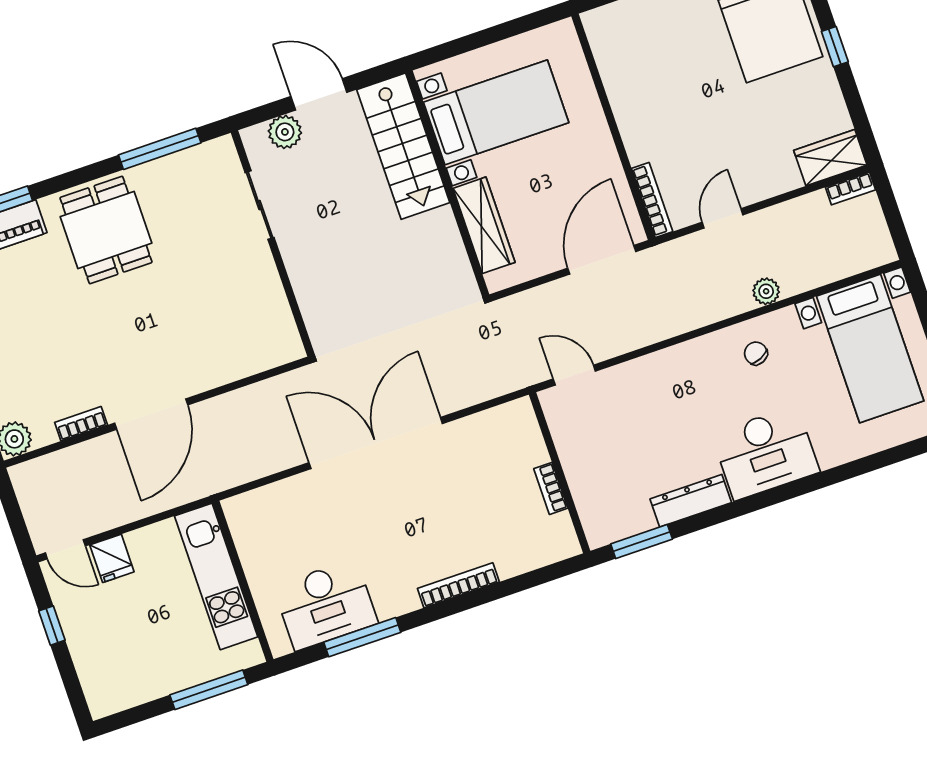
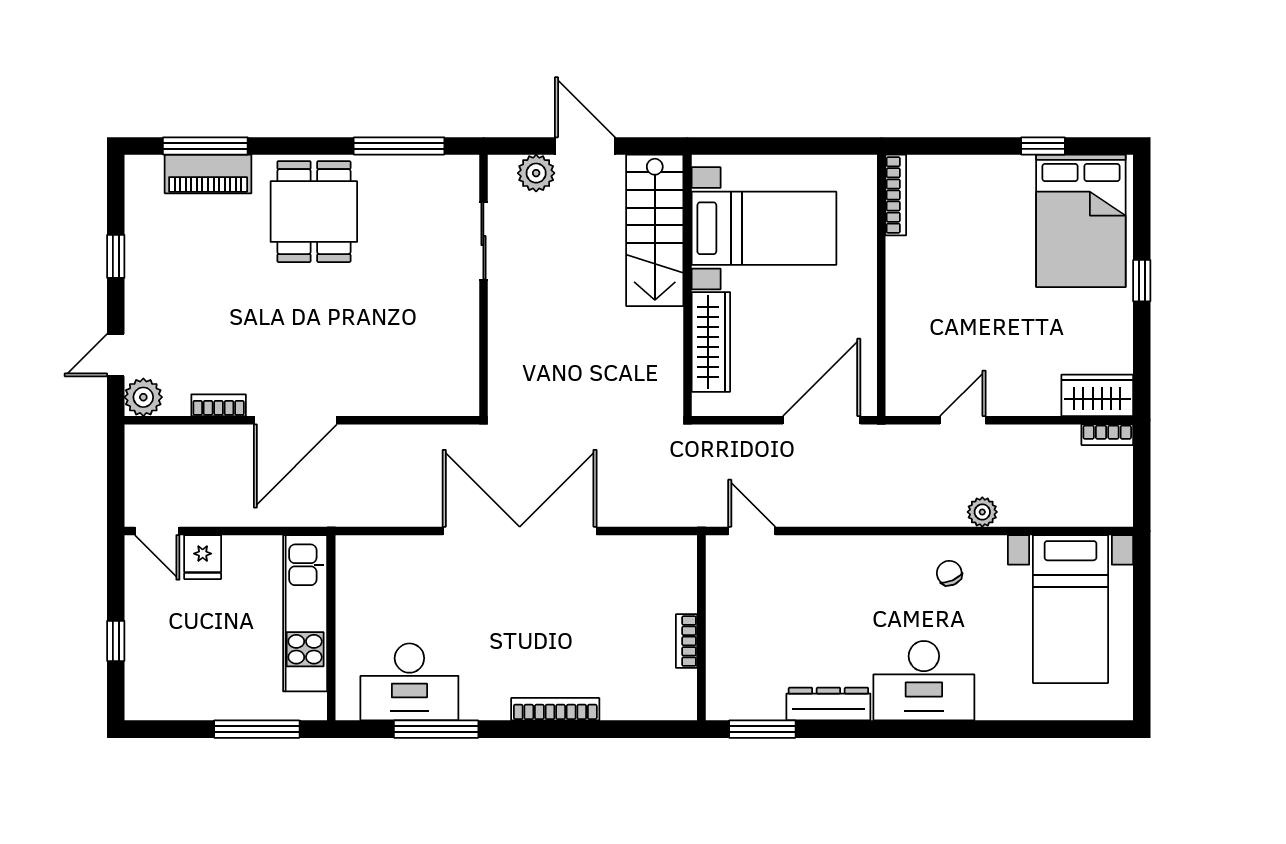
bookcase: (652, 200) -> (896, 195), moved
window: (52, 626) -> (116, 641), moved

